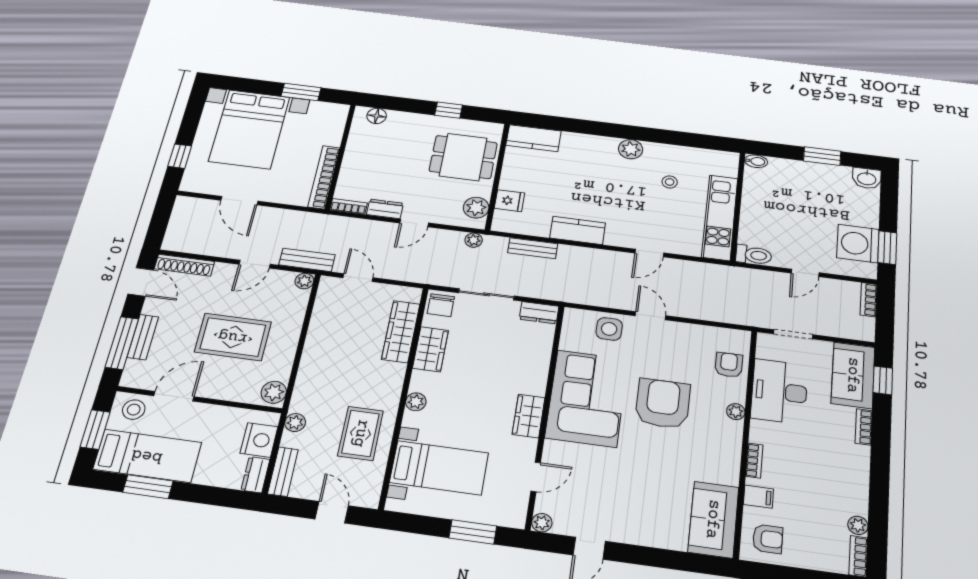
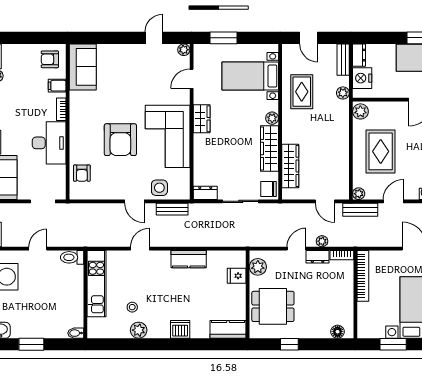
dishwasher: (603, 147) -> (180, 329), added
plant: (631, 149) -> (139, 330), moved
plant: (474, 240) -> (322, 241), moved
bench: (533, 248) -> (172, 209), moved
chair: (441, 305) -> (268, 189), turned -90
rug: (233, 337) -> (381, 151), moved, turned 90
wardrobe: (430, 349) -> (269, 148), width x1.50
desk: (779, 391) -> (49, 143), moved
plant: (736, 412) -> (75, 141), removed

